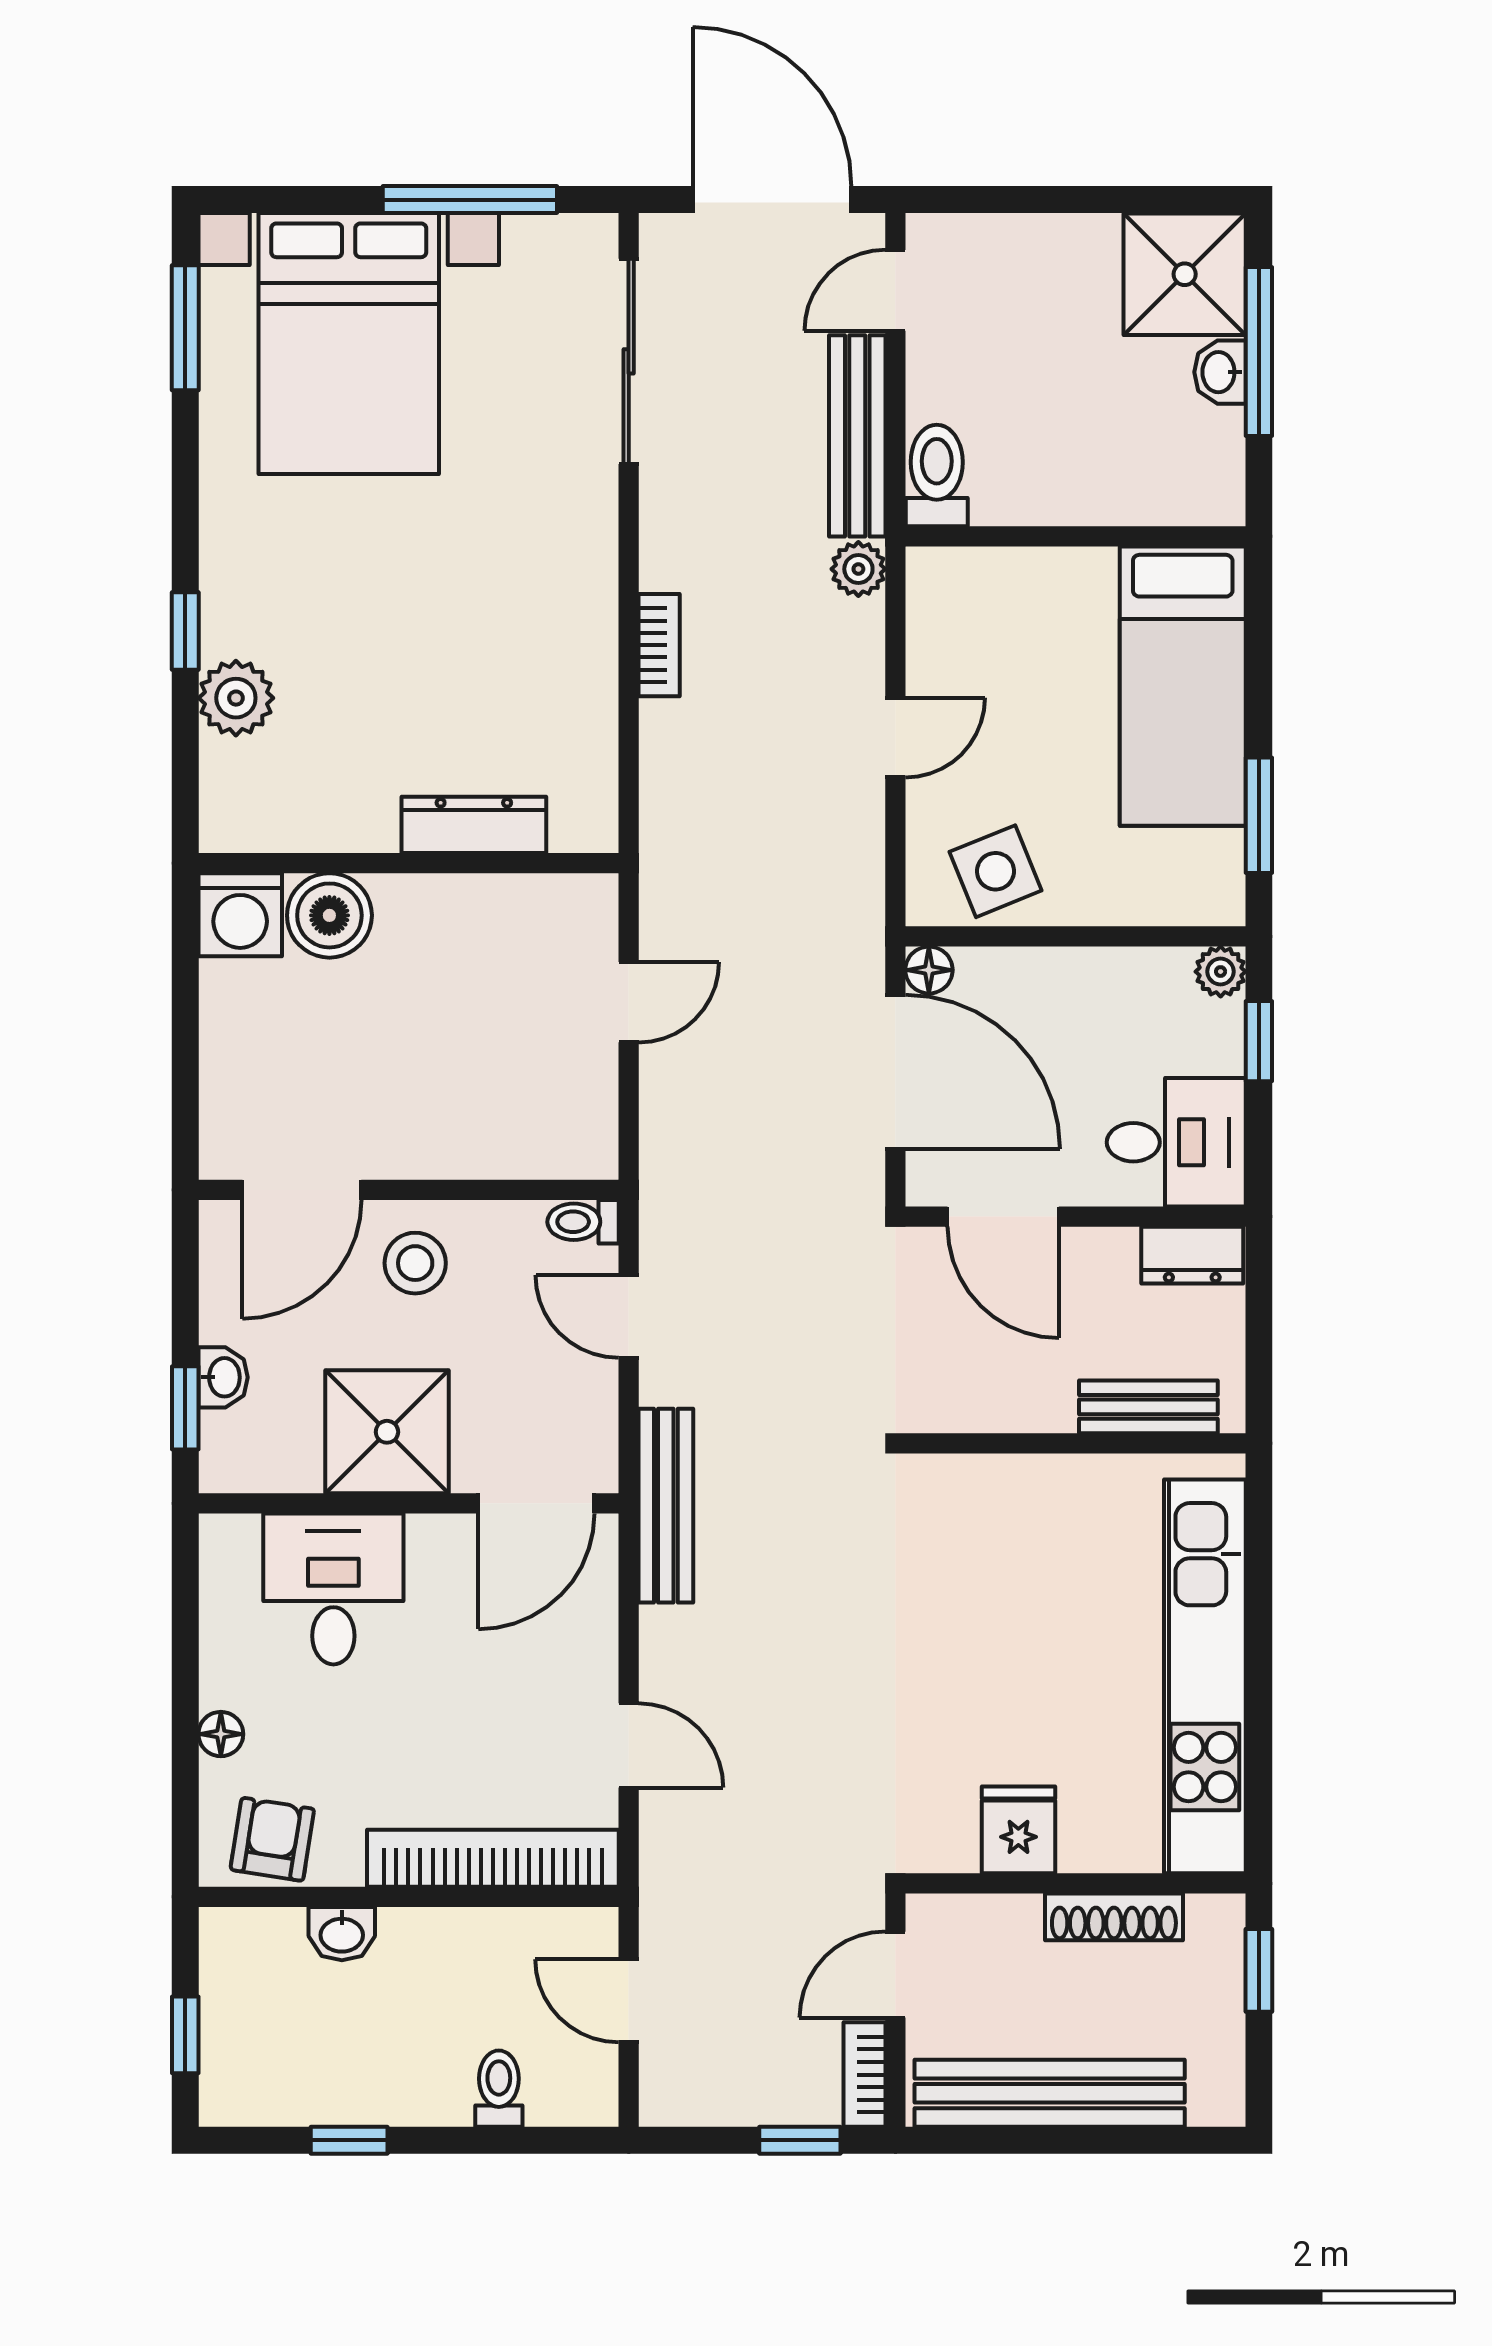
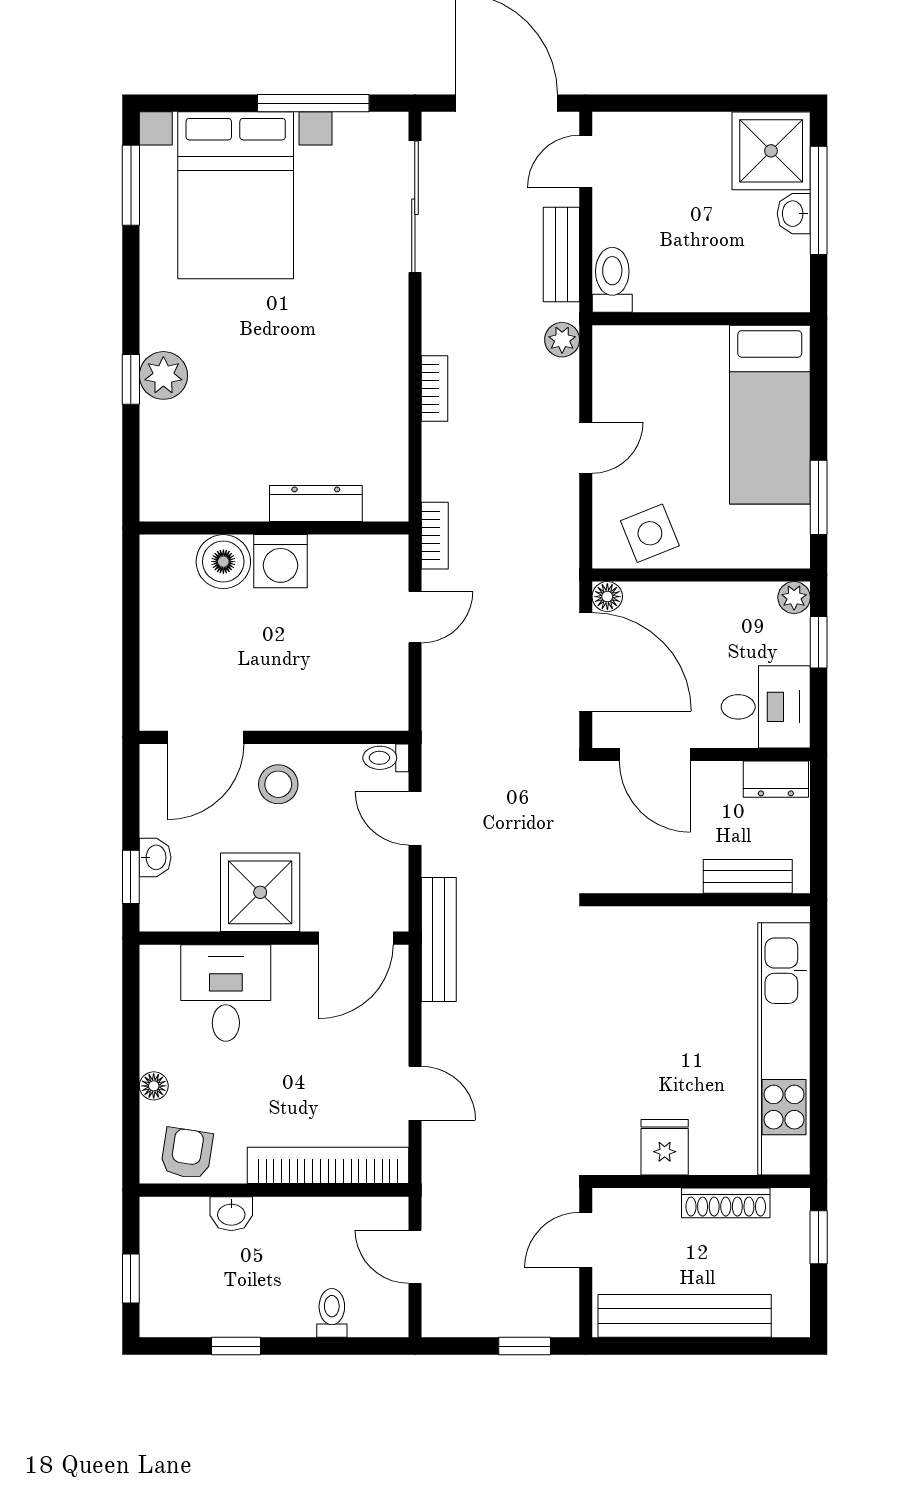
bench: (857, 436) -> (561, 254), width x0.73
plant: (236, 698) -> (163, 375), moved
washing machine: (240, 915) -> (281, 561), moved
bookcase: (864, 2075) -> (435, 536), moved, turned 180

